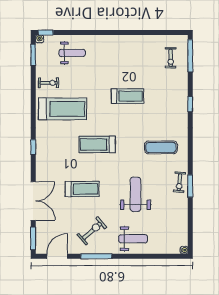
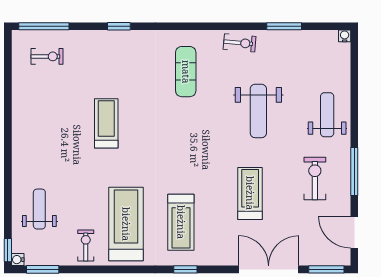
treadmill: (97, 144) -> (181, 222), moved
window: (190, 186) -> (284, 26), moved
weight bench: (136, 194) -> (258, 111), turned -90
exercise bike: (92, 231) -> (315, 178), turned 41

